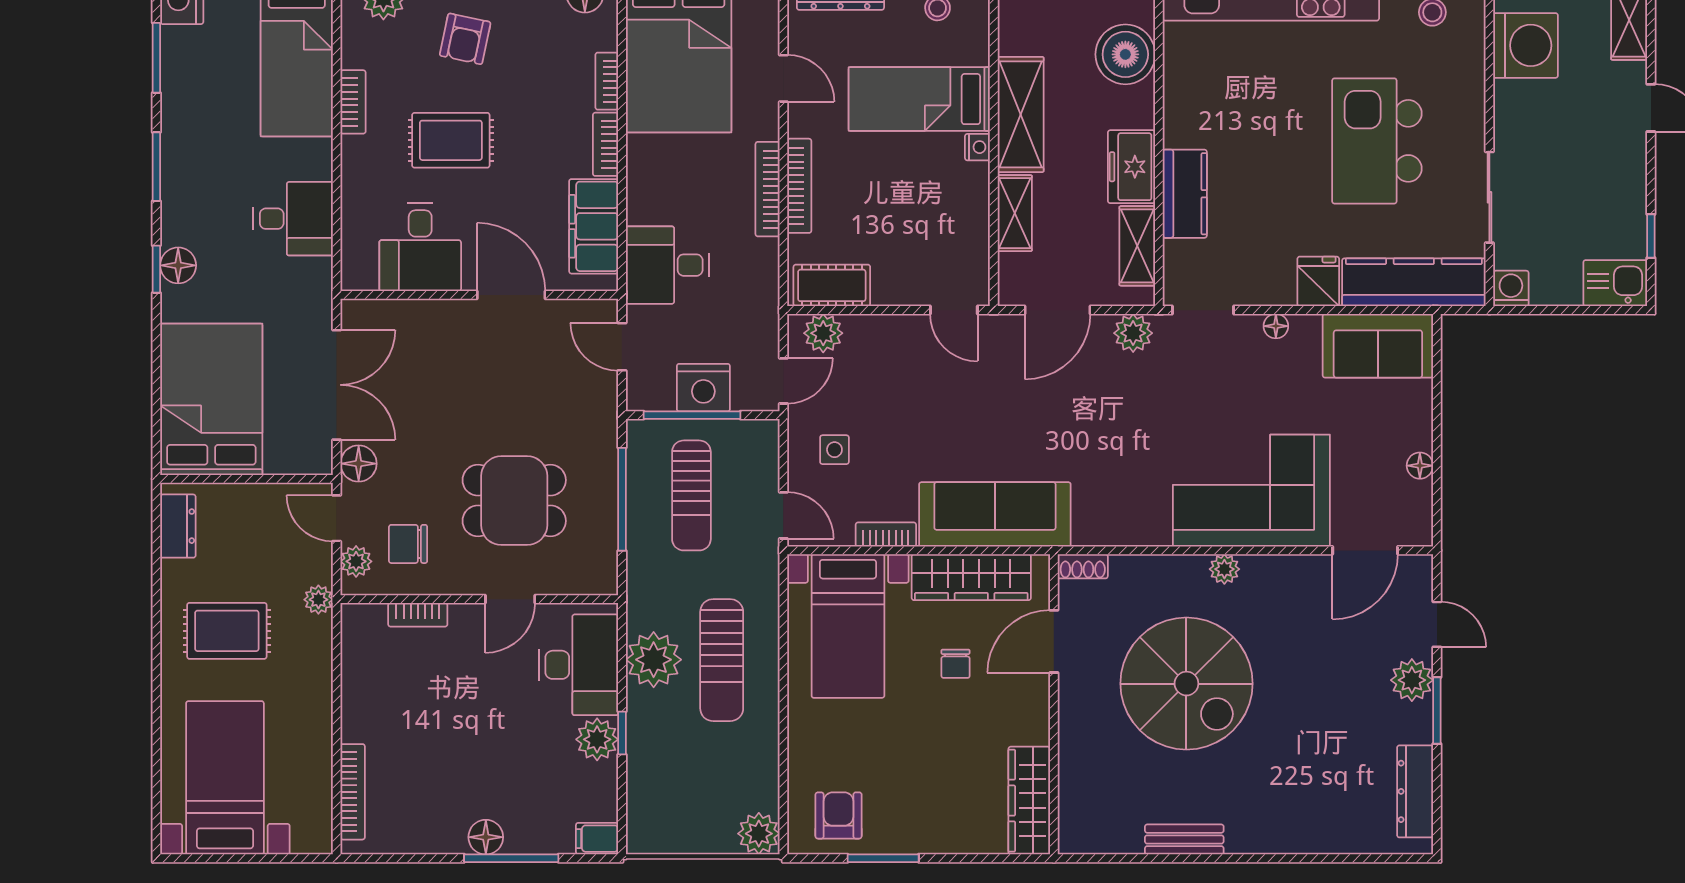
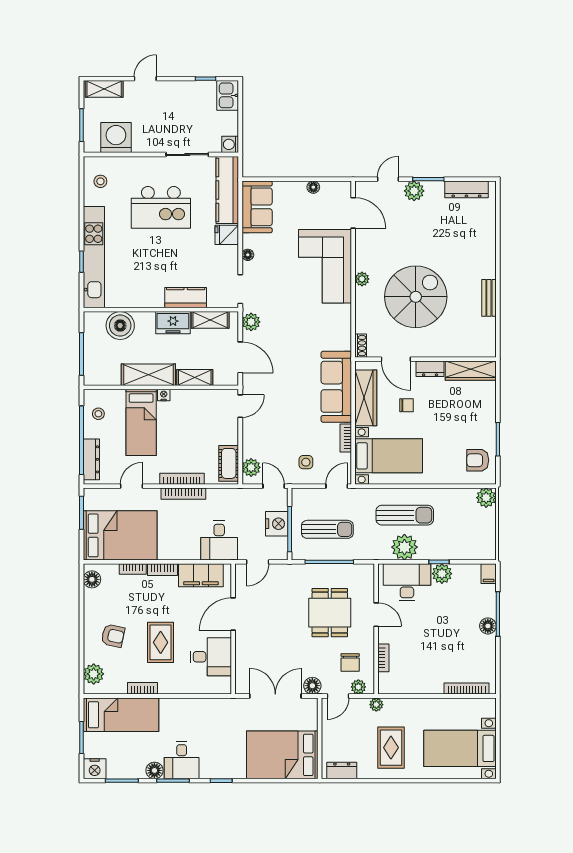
desk: (293, 219) -> (182, 760), moved, turned 180
floor lamp: (178, 265) -> (154, 770), moved
dresser: (1033, 714) -> (430, 369), added

